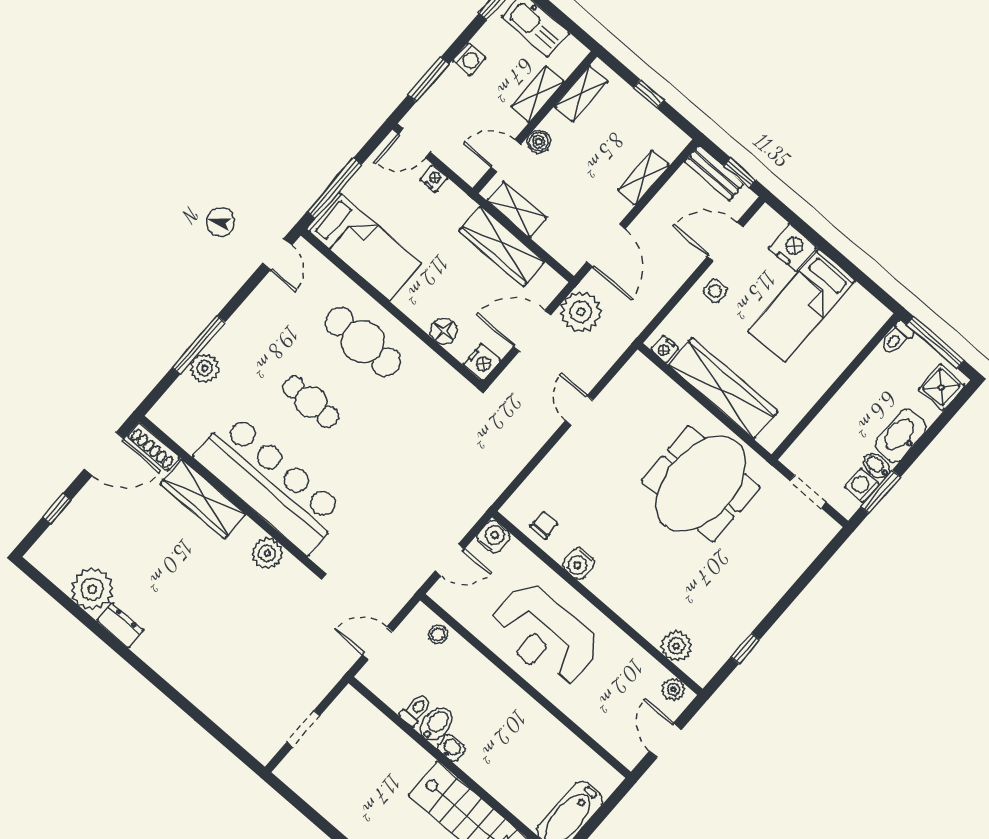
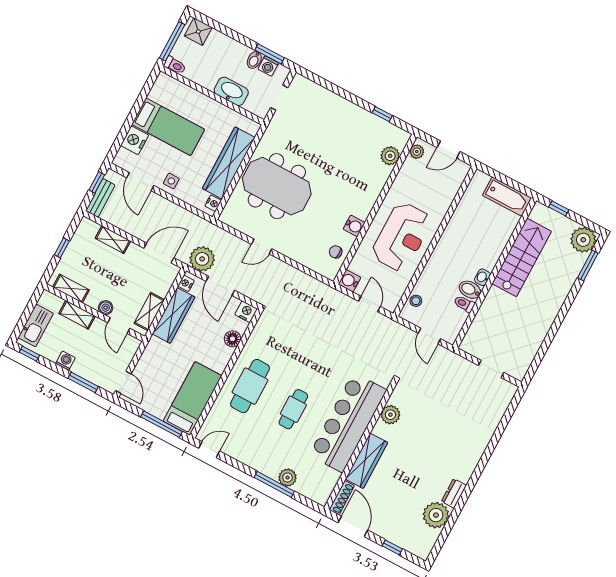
nightstand: (434, 179) -> (186, 283), moved
washbasin: (901, 436) -> (231, 91), moved, turned 180
meeting table: (701, 484) -> (277, 186), moved

